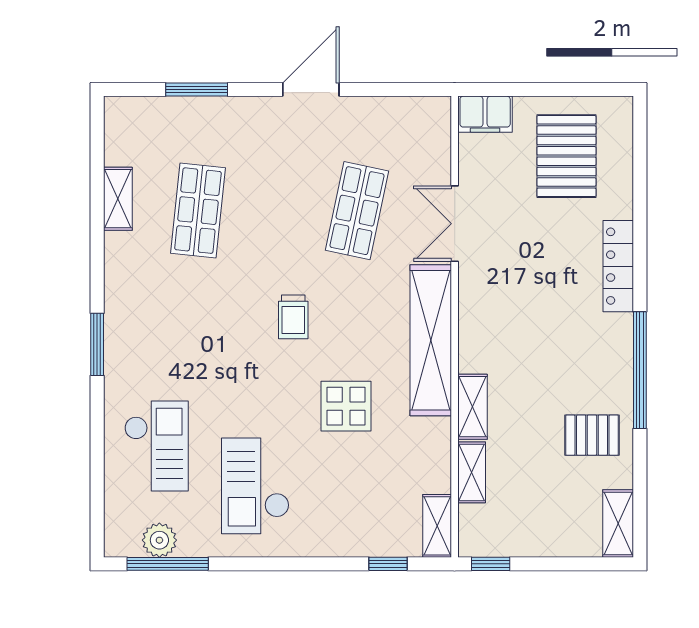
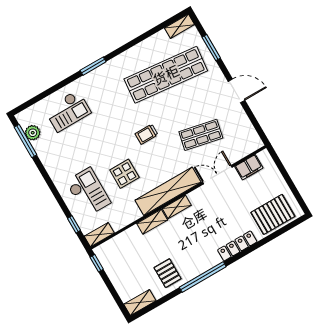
filing cabinet: (485, 114) -> (249, 167), moved, turned -90
pallet: (566, 156) -> (273, 214), moved
shelving: (118, 199) -> (180, 26), moved
shop shelf: (198, 211) -> (166, 75), width x2.00, depth x1.36
shelving: (472, 472) -> (177, 207), moved
checkout: (255, 486) -> (88, 192), moved, turned 90

